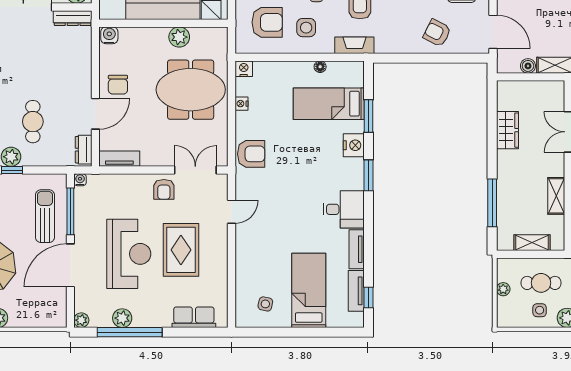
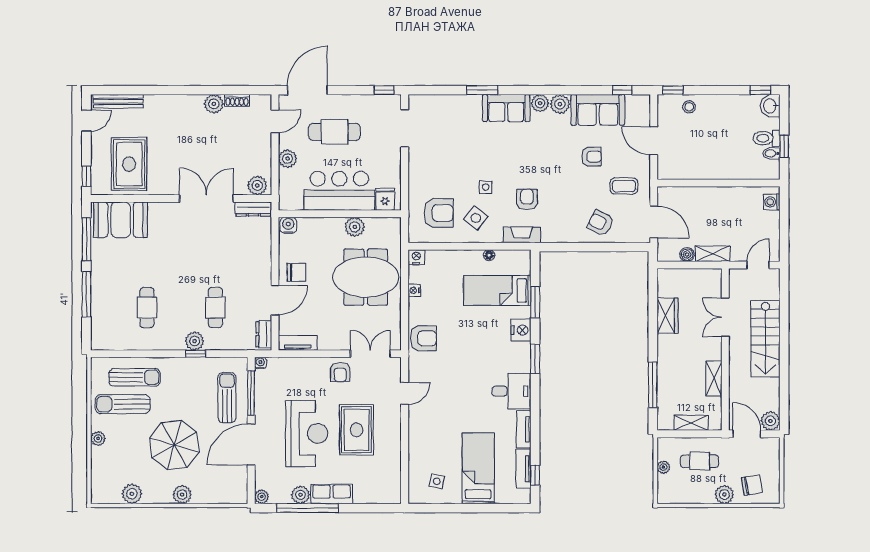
side table: (306, 28) -> (476, 218), turned 38
chair: (118, 85) -> (296, 272), turned -90
side table: (540, 310) -> (698, 487), removed
row of seats: (194, 317) -> (332, 494), moved

